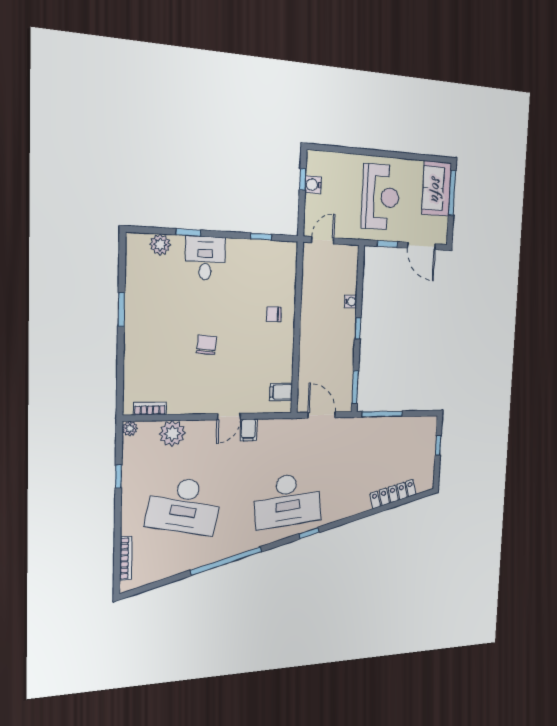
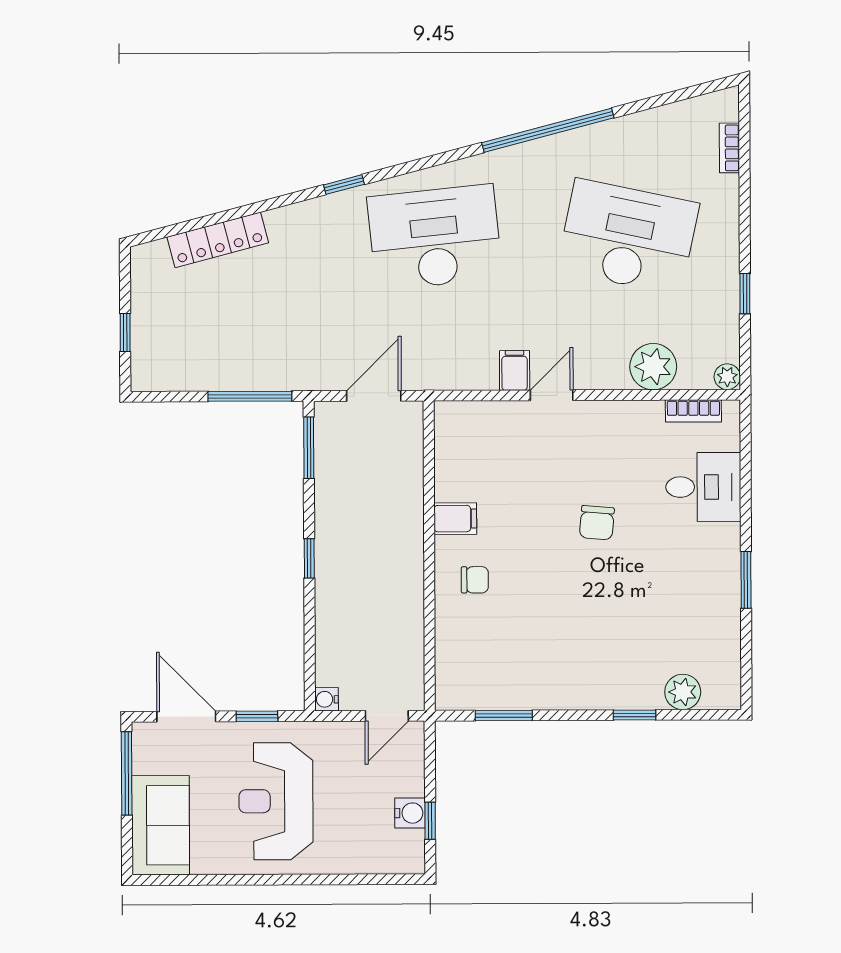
window: (452, 193) -> (127, 773), moved
window: (261, 237) -> (504, 715), width x1.50
desk: (205, 258) -> (703, 487), moved, turned -90
water cooler: (351, 302) -> (326, 699), moved
filing cabinet: (281, 392) -> (455, 519), moved
door: (322, 415) -> (374, 396), swing flipped
window: (309, 533) -> (344, 185), moved
bookcase: (126, 558) -> (729, 148), width x0.64

